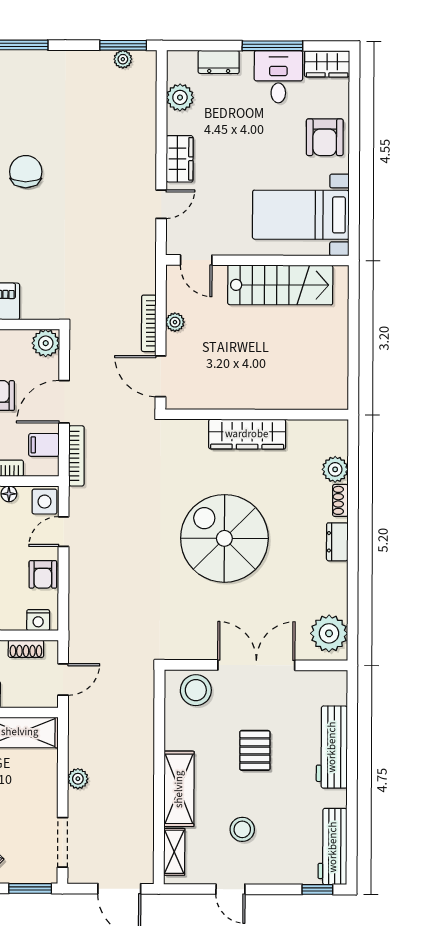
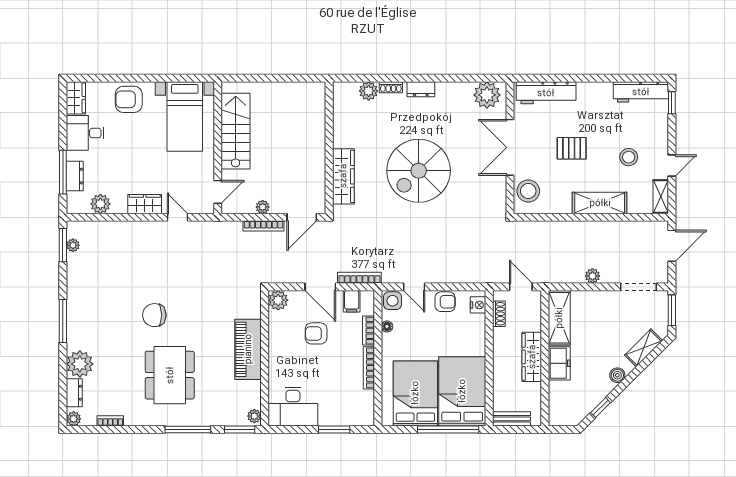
window: (272, 46) -> (63, 172), moved
armchair: (325, 137) -> (129, 99), turned 180
wardrobe: (247, 434) -> (343, 176), moved
workbench: (332, 747) -> (546, 93), moved
shelving: (174, 852) -> (661, 196), moved, turned 90

